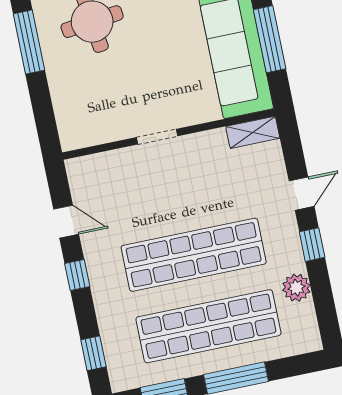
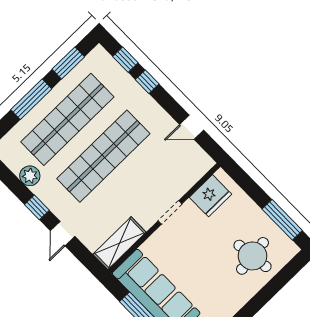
fridge: (96, 126) -> (210, 196), added
shelving: (253, 132) -> (119, 243), width x1.50, depth x1.33
window: (77, 275) -> (147, 82), moved

